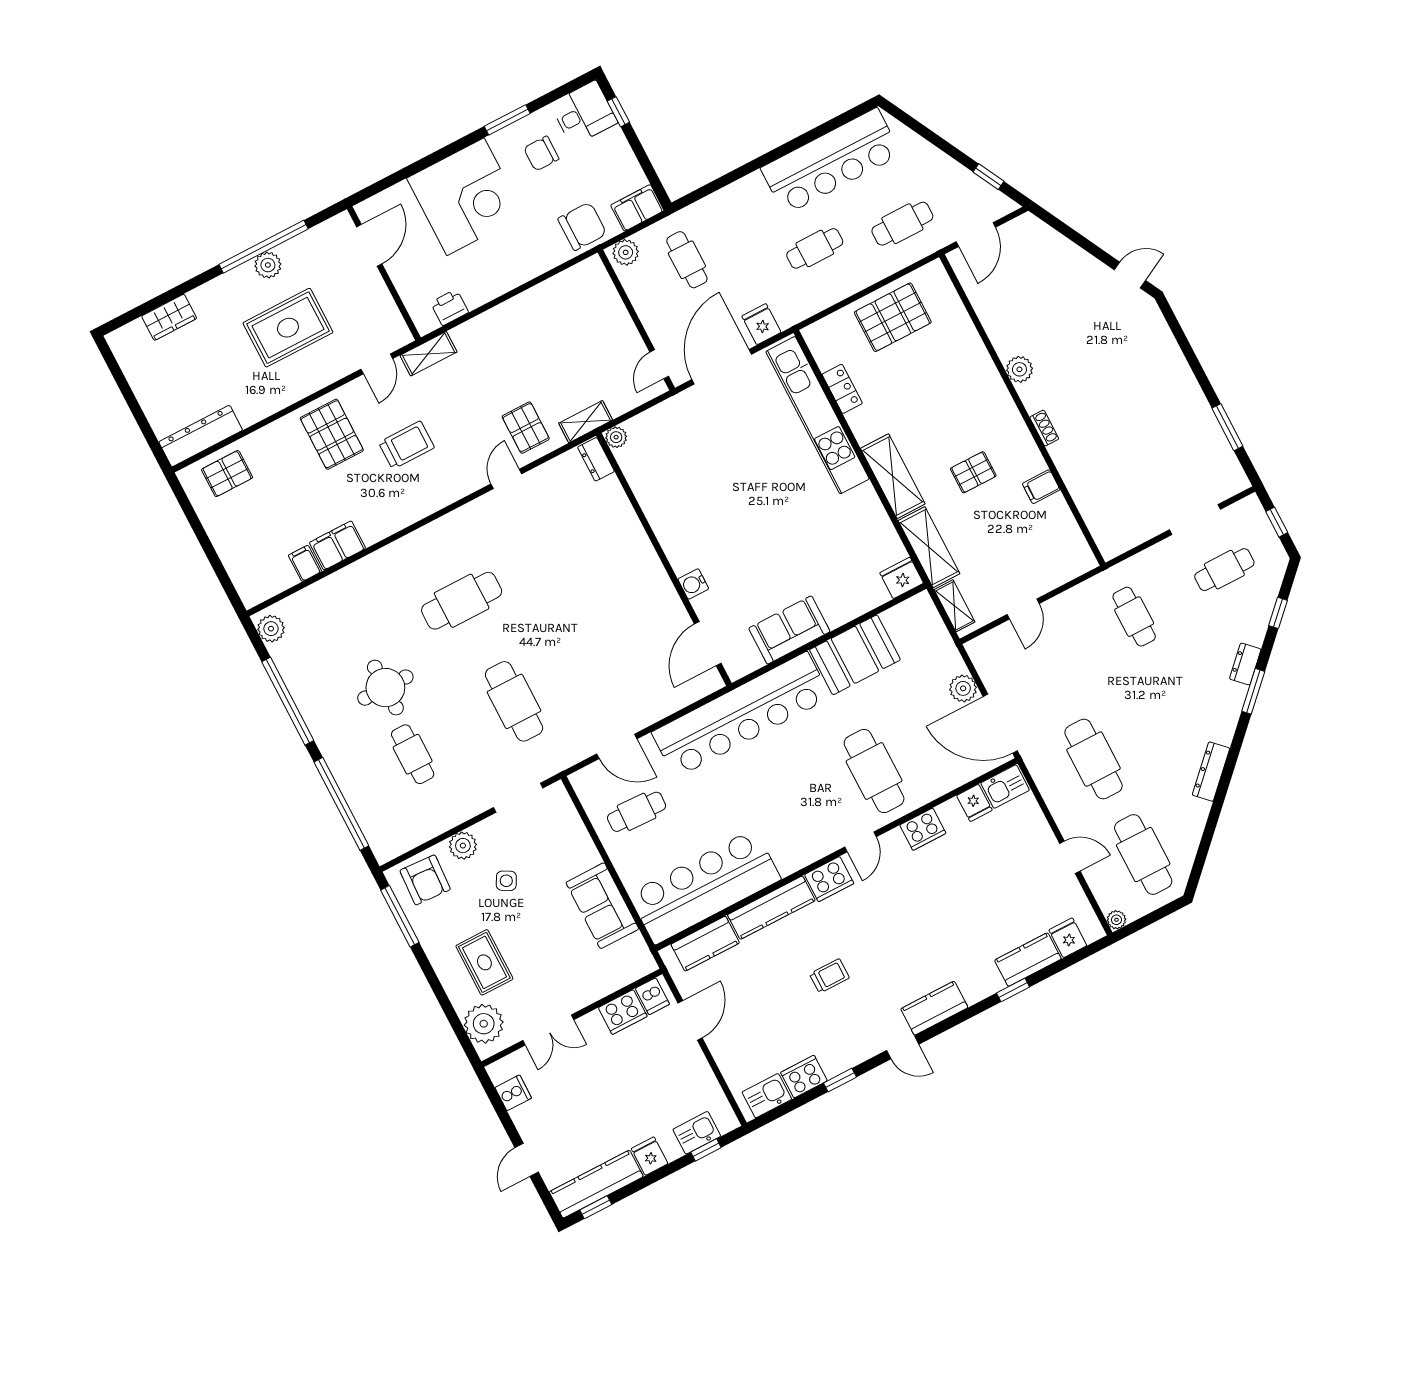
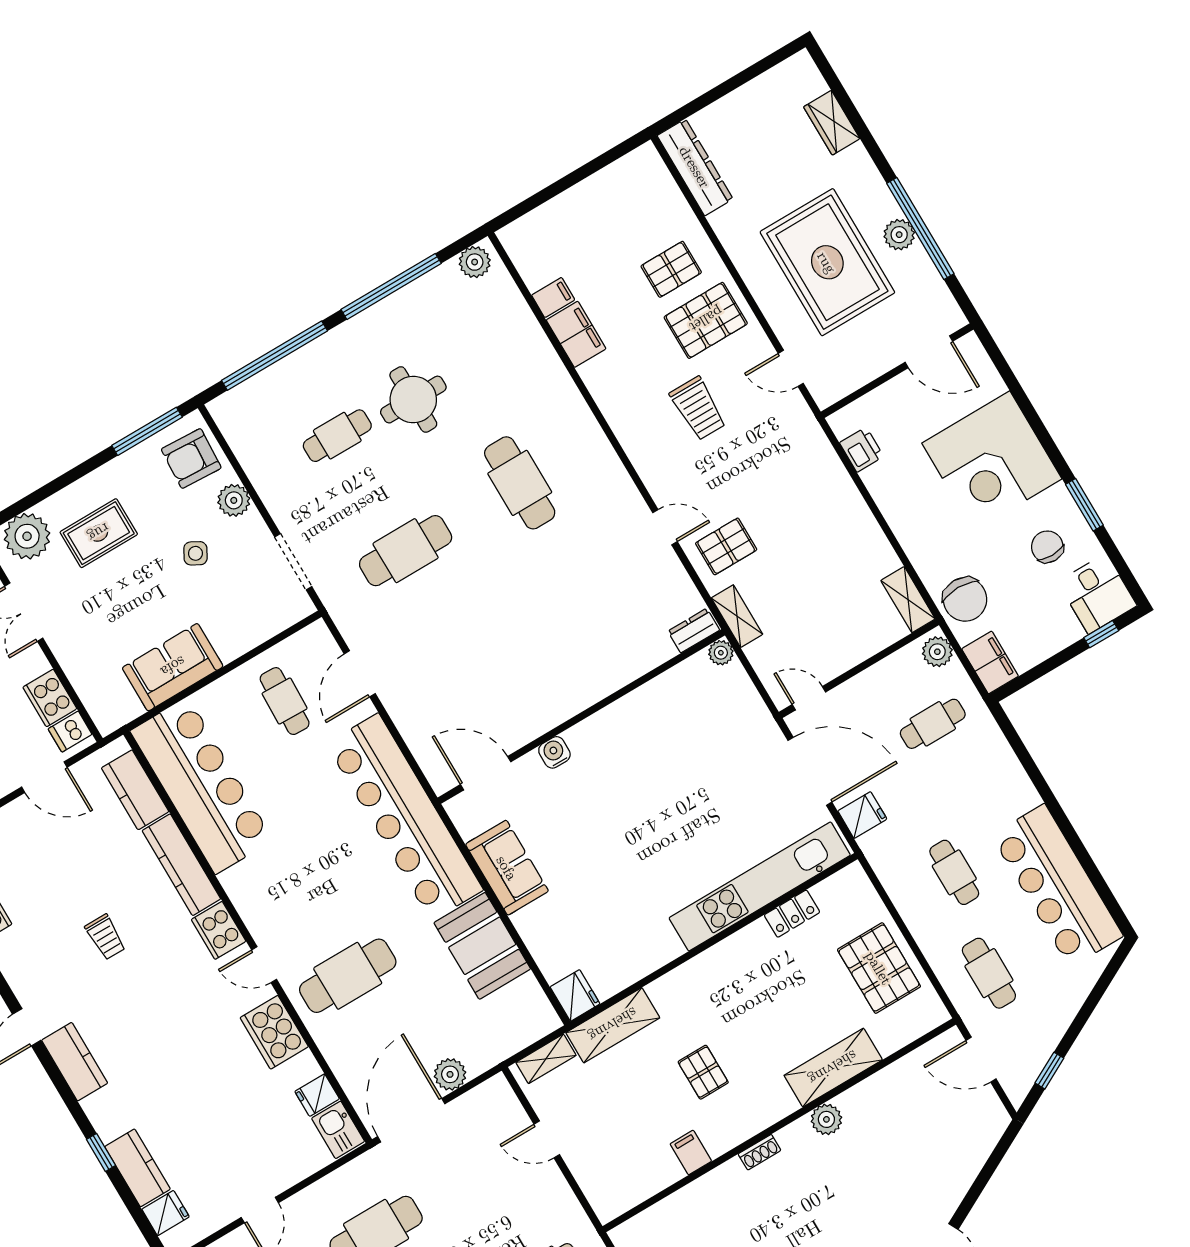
rug: (288, 328) -> (827, 262), width x1.37, depth x1.44
shelving: (428, 354) -> (908, 600), moved
pallet: (227, 474) -> (671, 269), moved, turned 90
shelving: (893, 476) -> (833, 1068), moved
cooker: (923, 829) -> (274, 1032), width x1.37, depth x1.31

